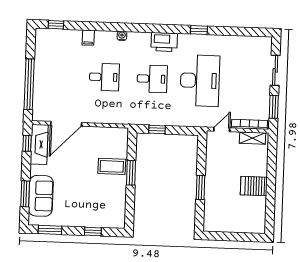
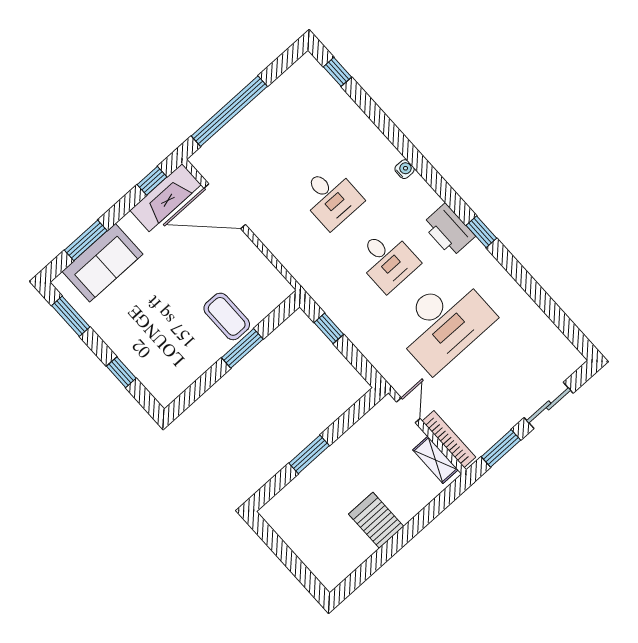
window: (199, 30) -> (481, 232), moved
filing cabinet: (88, 38) -> (361, 129), removed
door: (222, 129) -> (408, 410), hinge flipped

